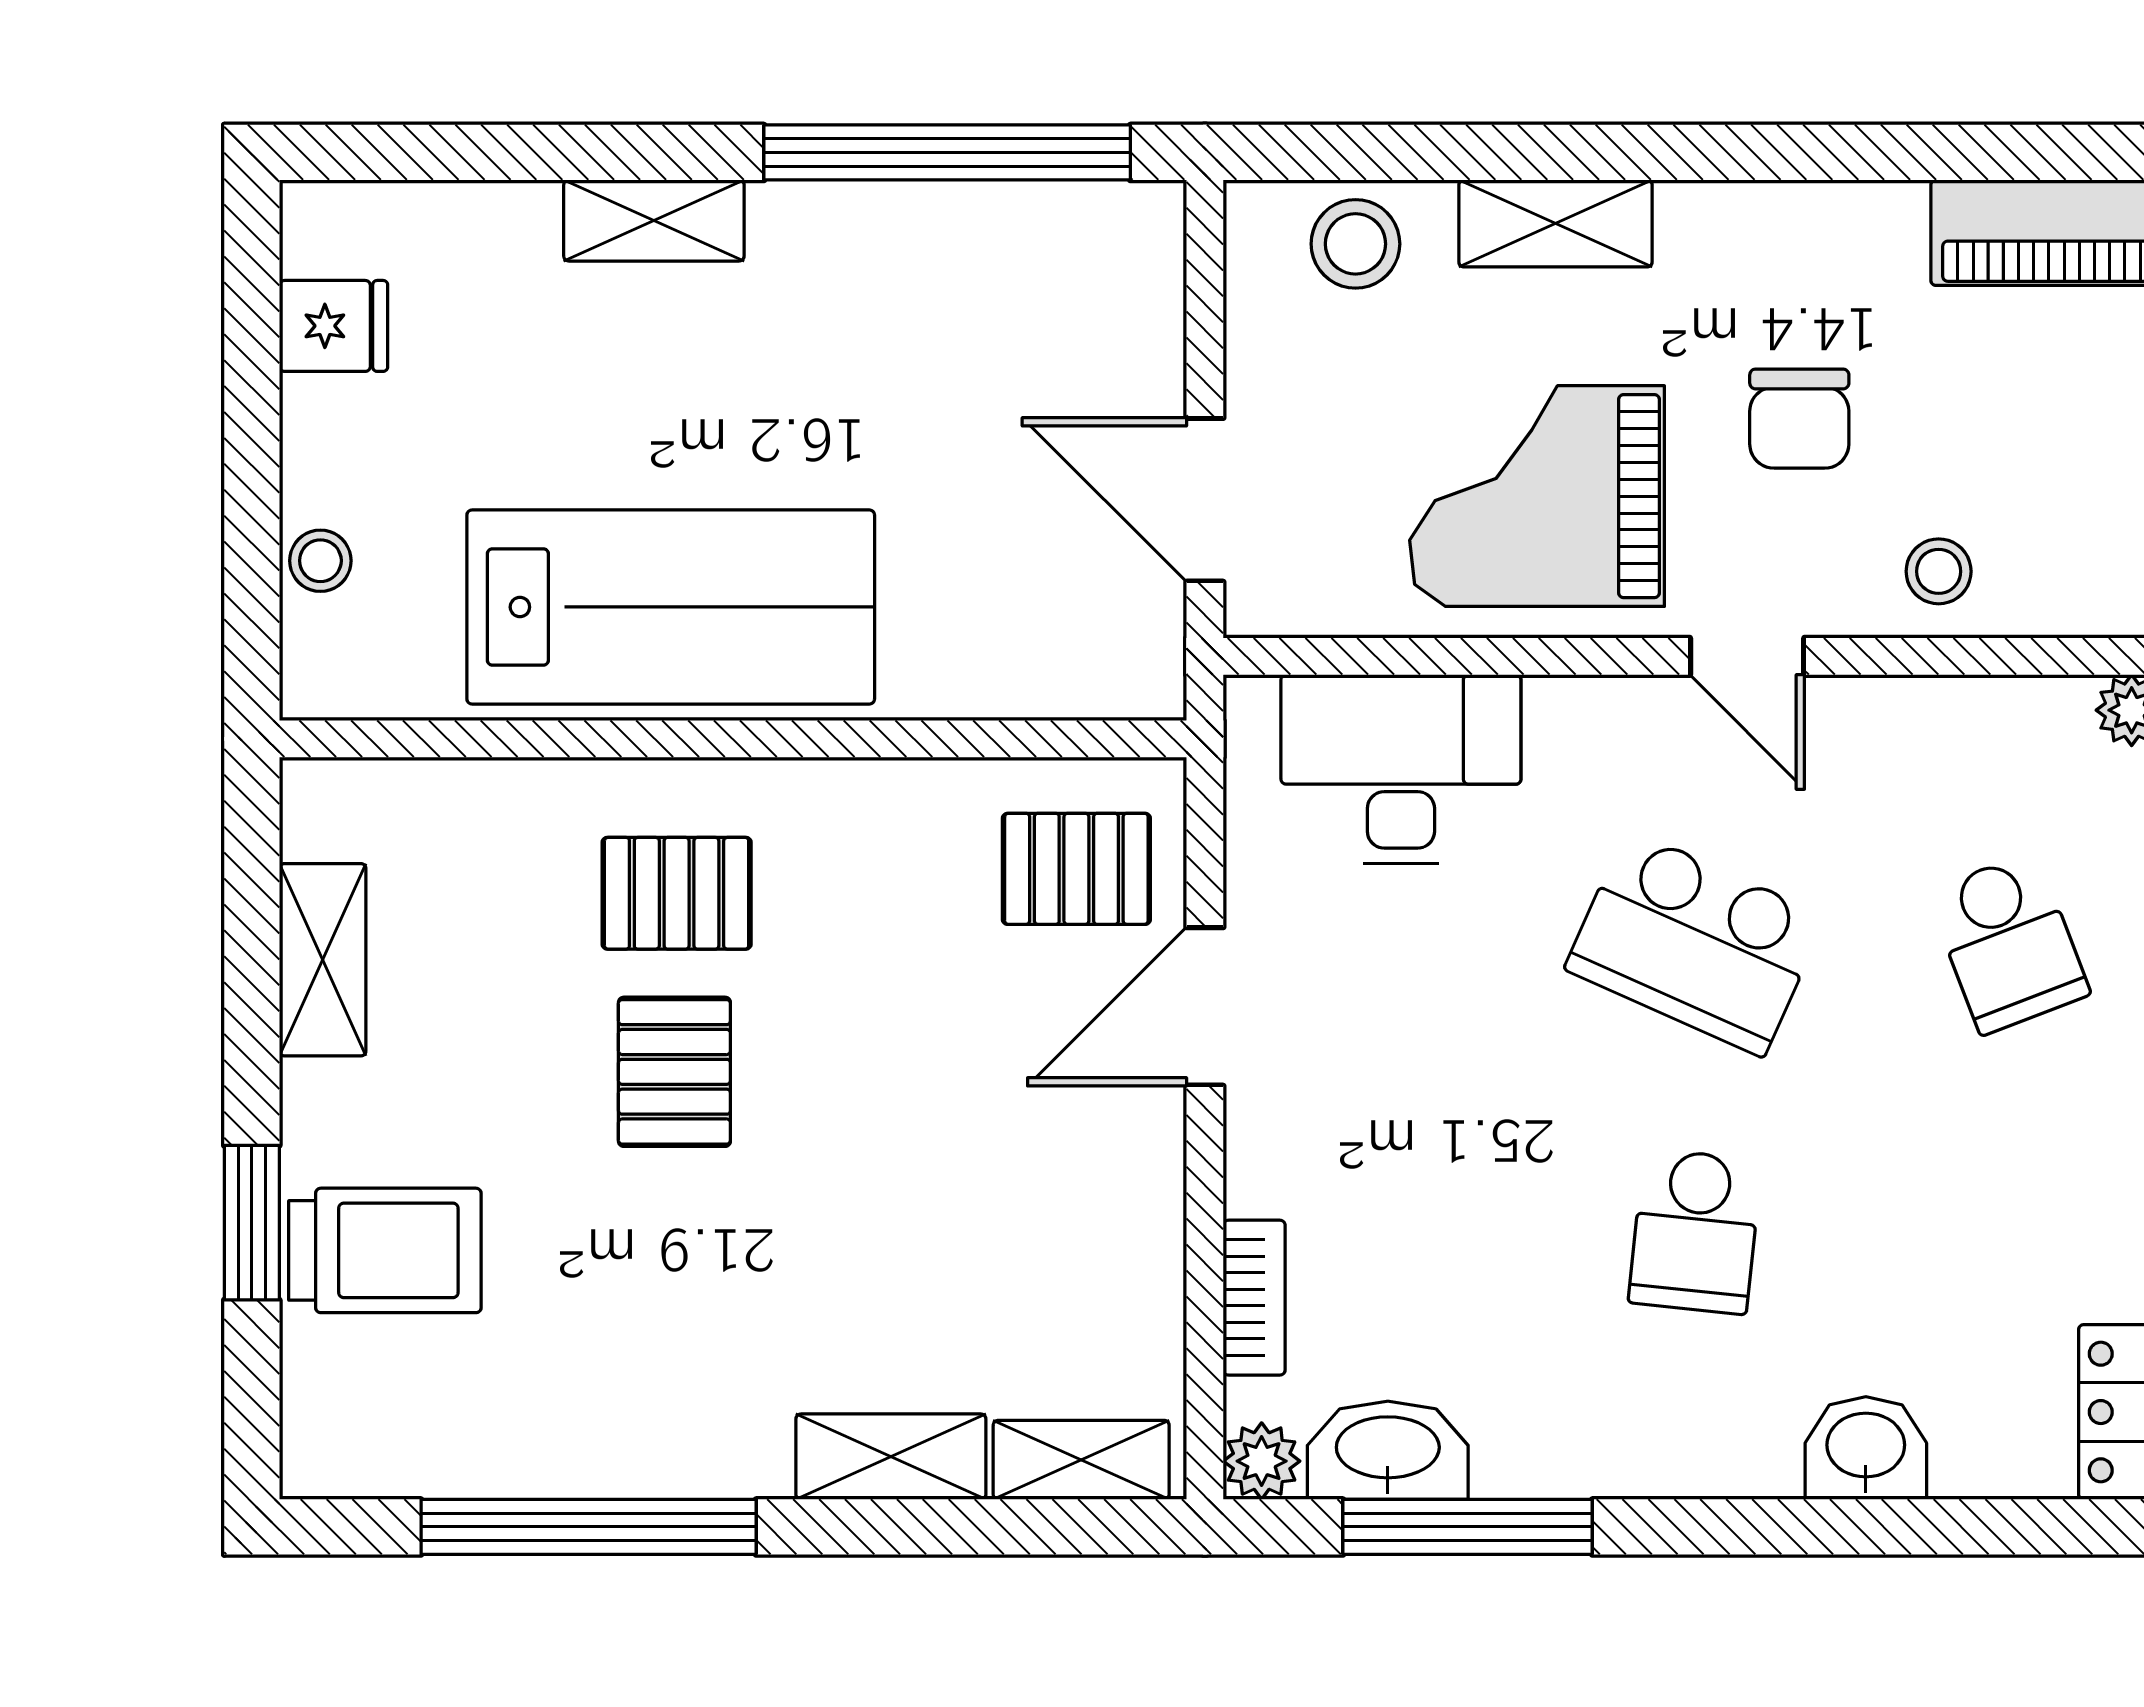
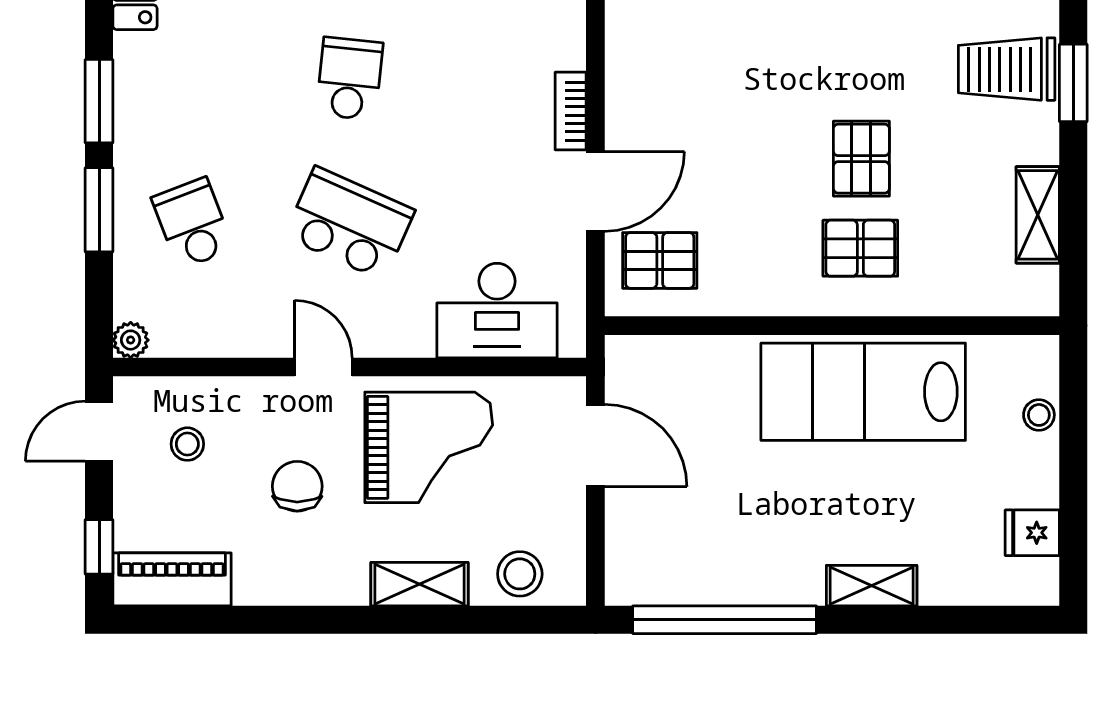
stool: (1939, 571) -> (187, 444), moved
bookcase: (1254, 1298) -> (571, 111), moved

